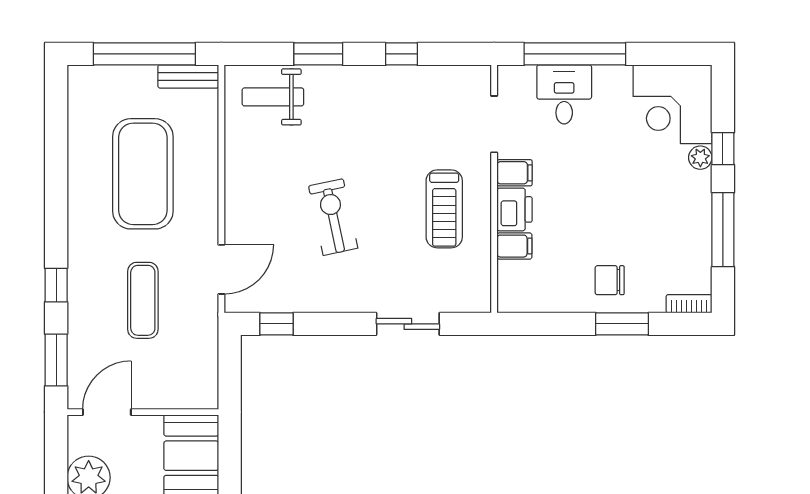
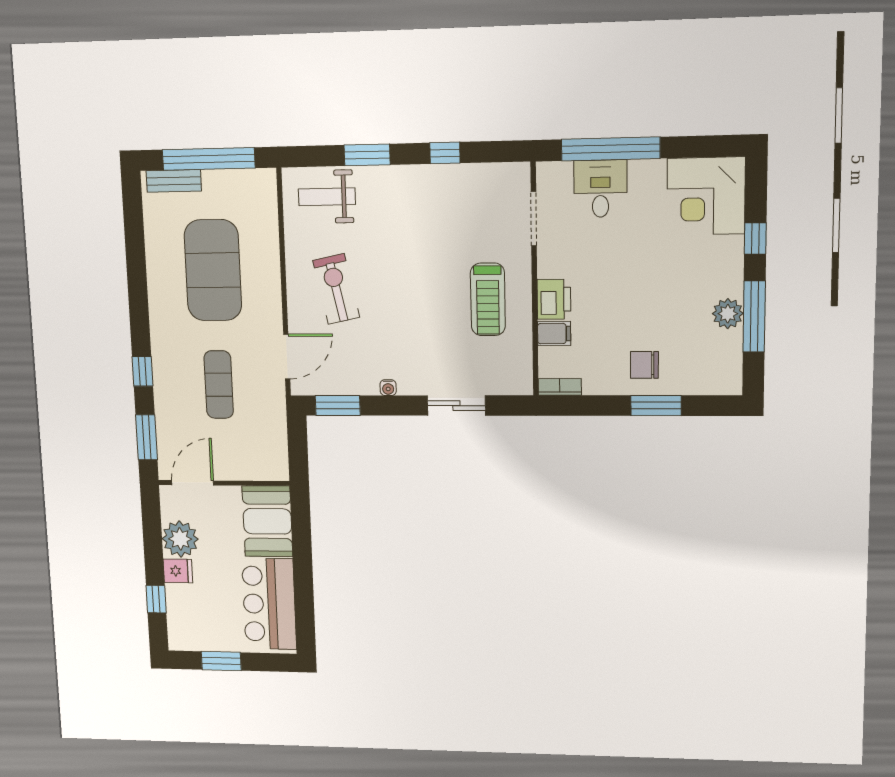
bench: (188, 76) -> (174, 181), moved
plant: (700, 158) -> (728, 314), moved, width x1.38, depth x1.38
filing cabinet: (515, 173) -> (554, 265), removed
exercise bike: (333, 217) -> (336, 289), moved
water cooler: (333, 304) -> (388, 388), added
bookcase: (689, 304) -> (560, 387), moved
window: (277, 324) -> (338, 406), width x1.50

